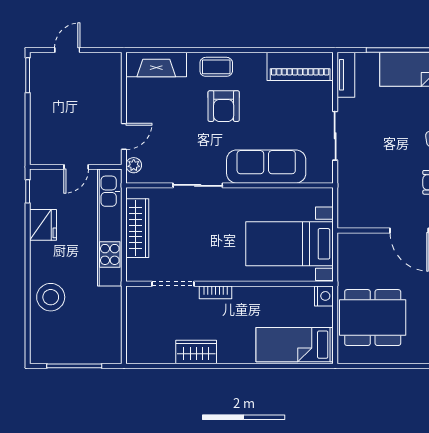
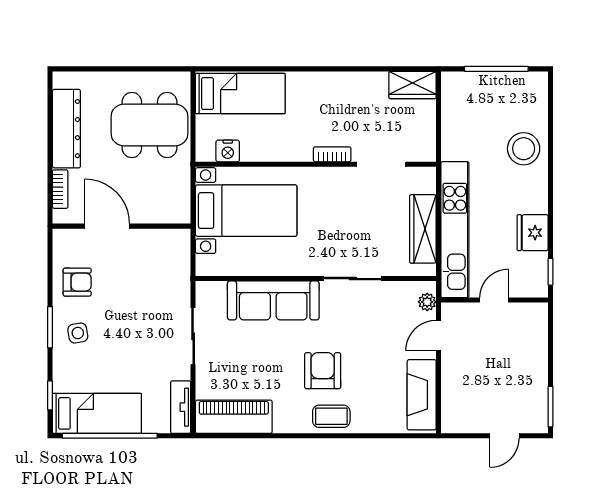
fireplace: (156, 64) -> (422, 395), moved, turned -90
nightstand: (324, 296) -> (228, 151), moved, turned -90
wardrobe: (196, 352) -> (412, 85), moved

